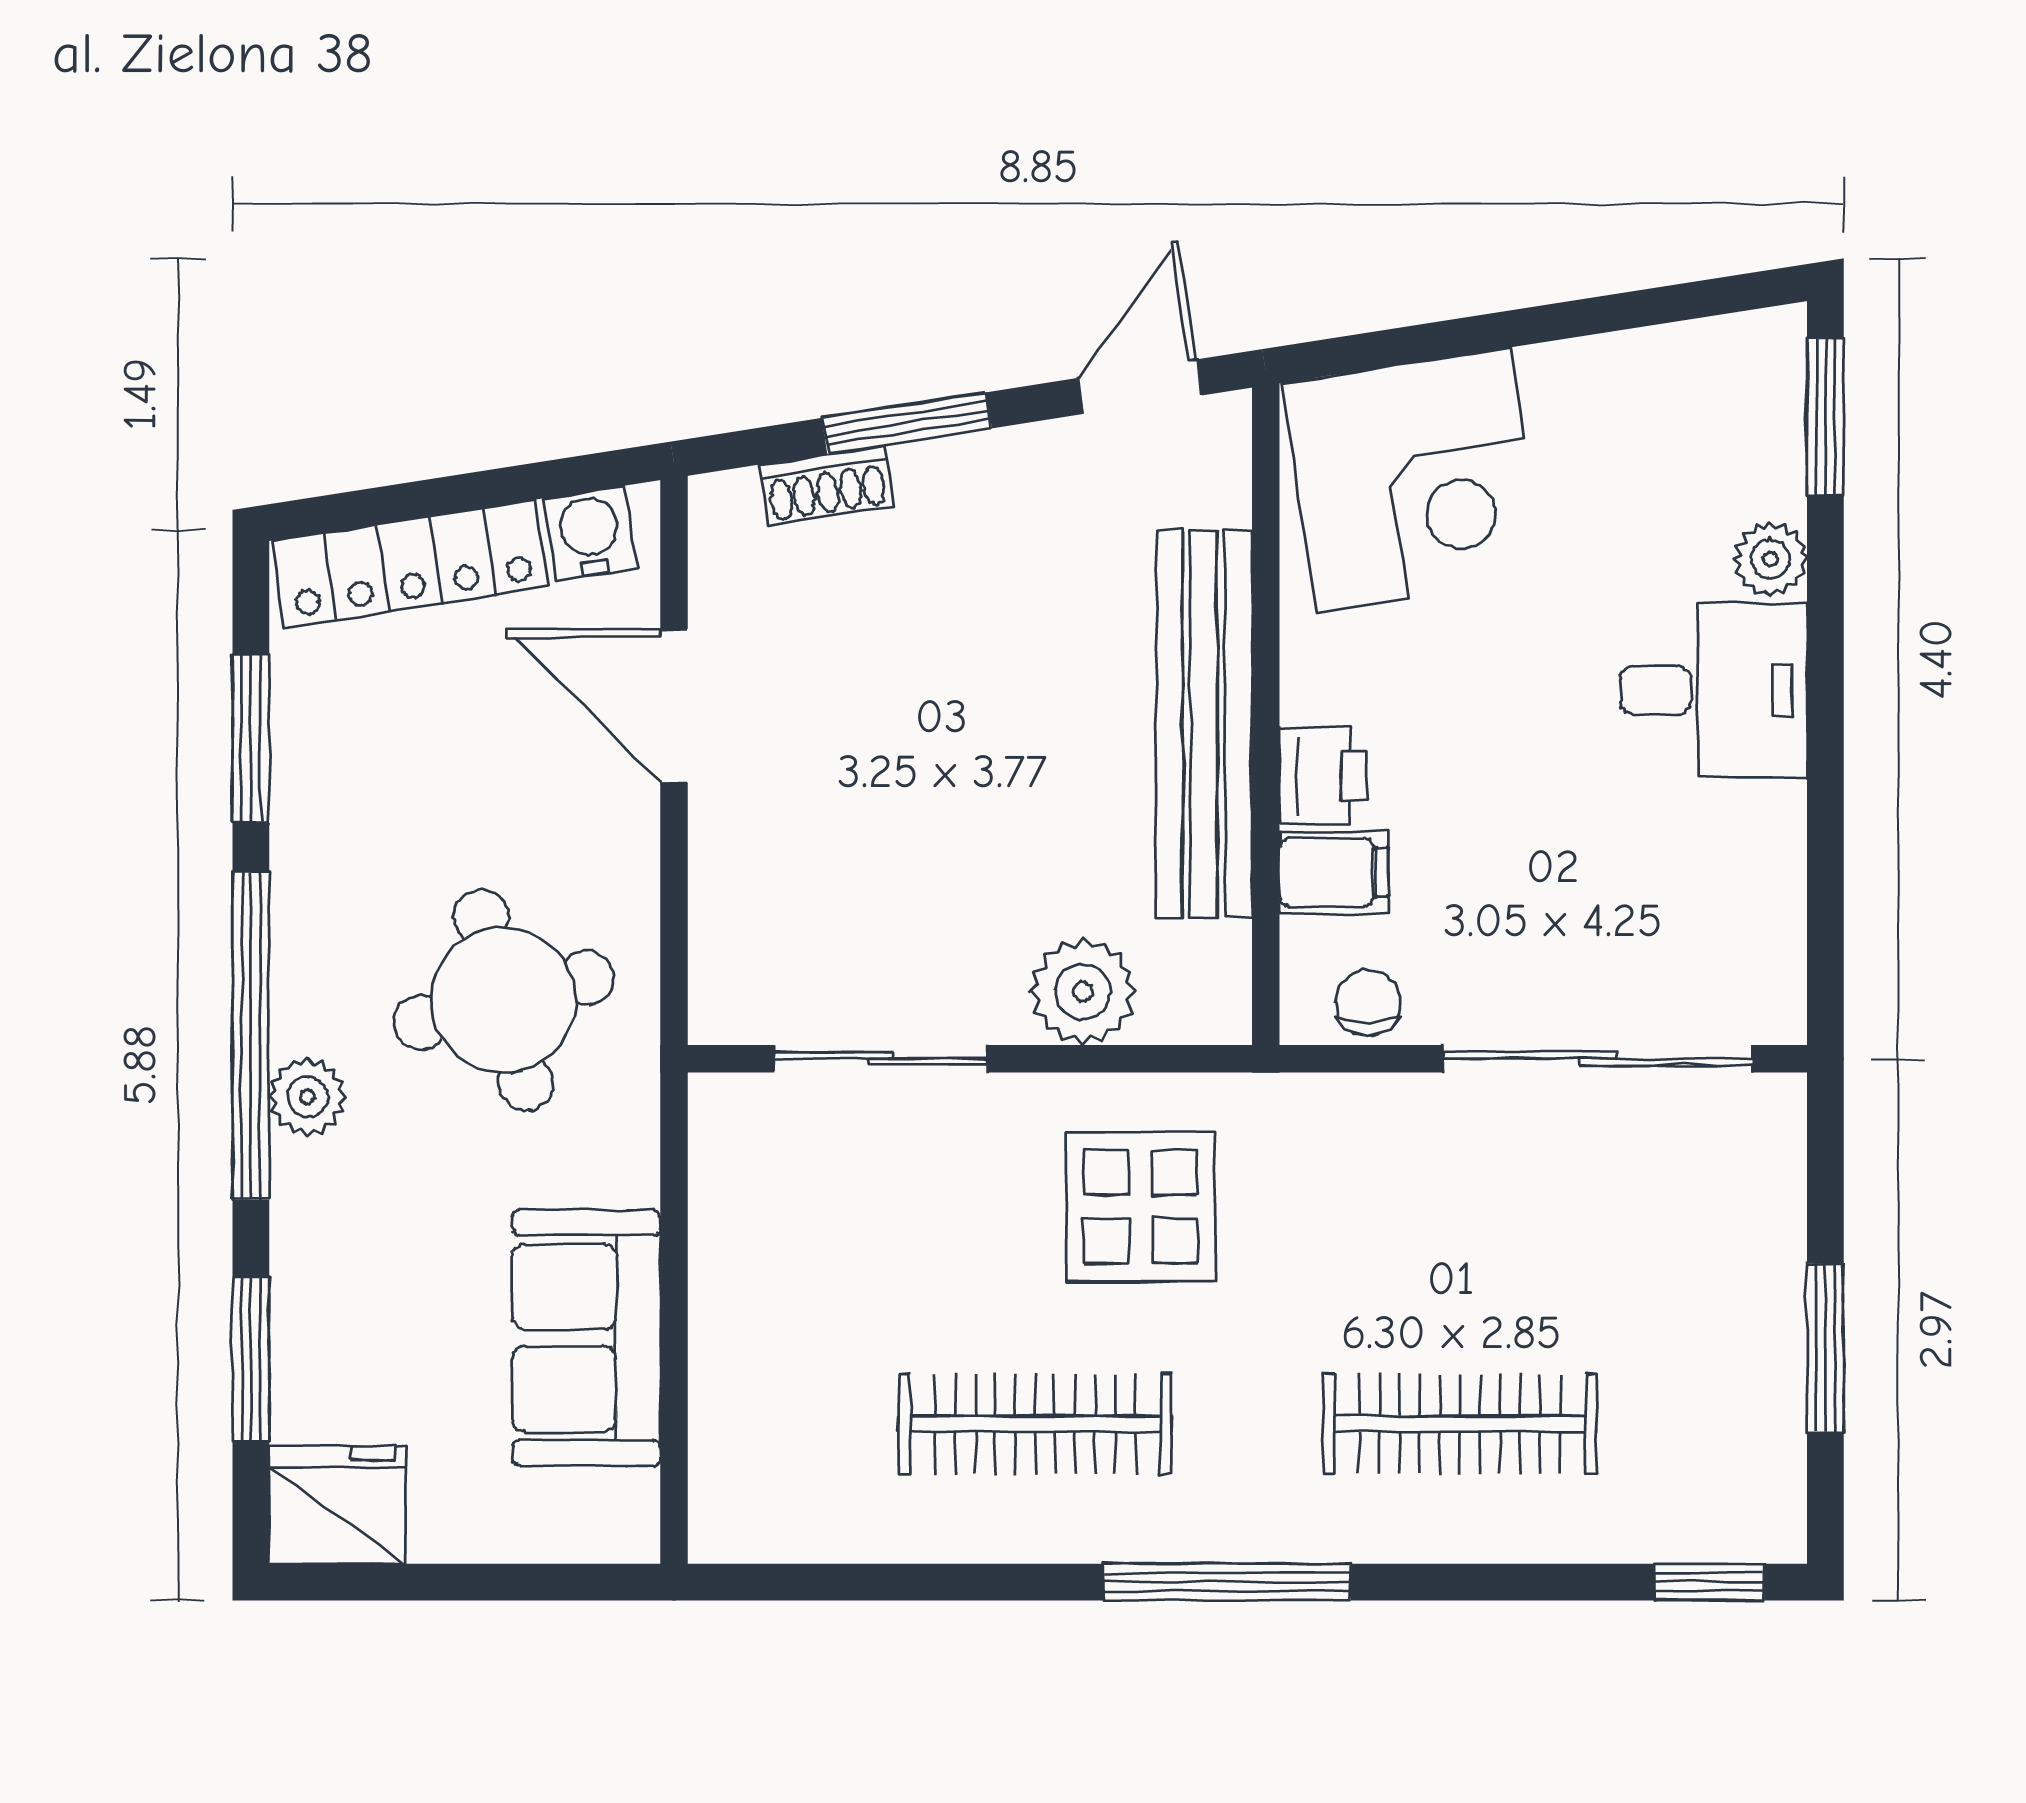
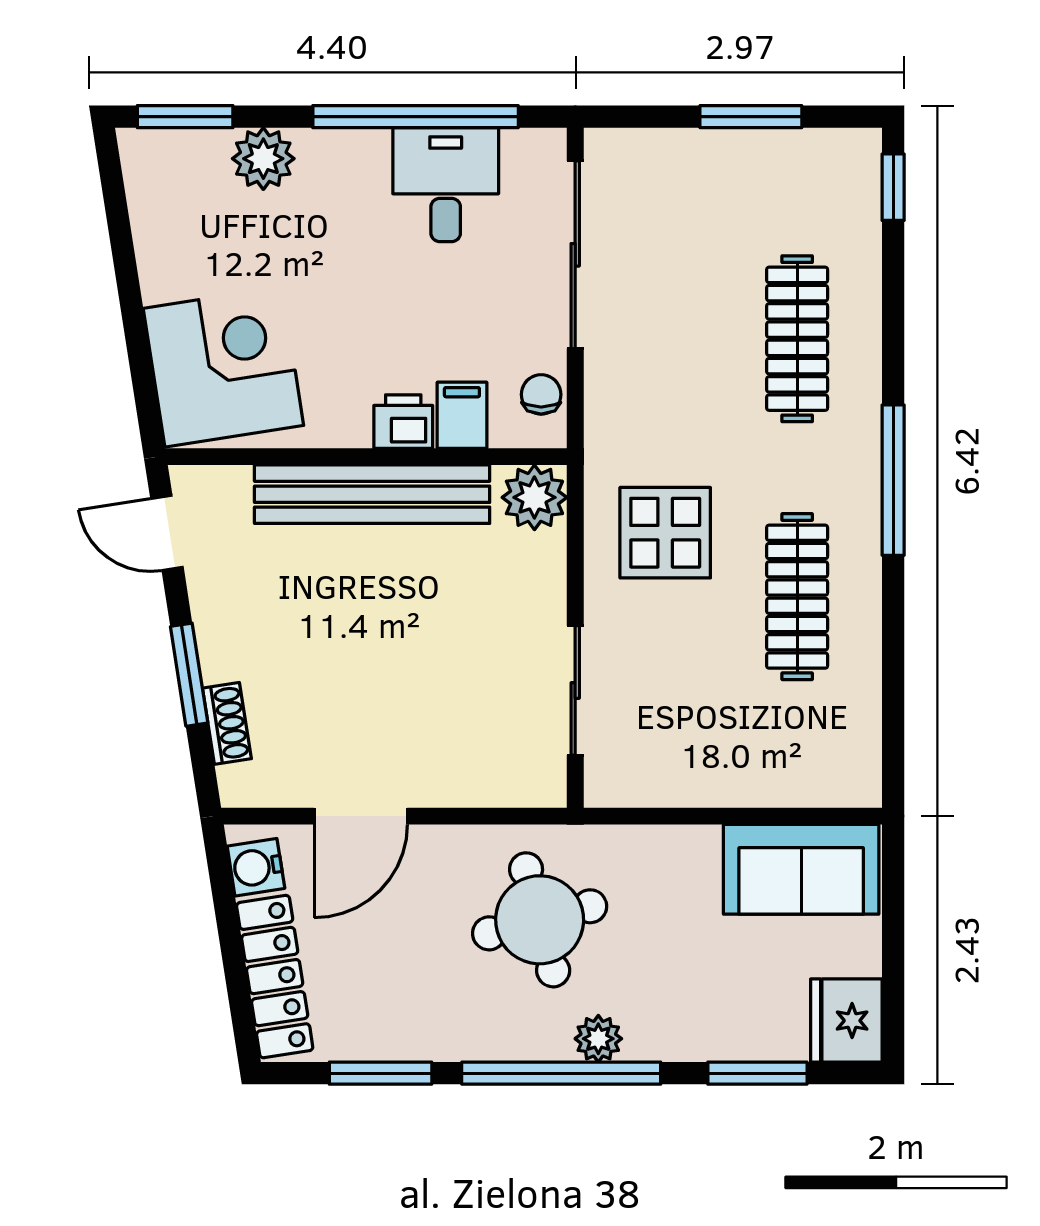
plant: (1770, 559) -> (263, 159), width x1.38, depth x1.38
desk: (1713, 690) -> (446, 185), moved
window: (1825, 796) -> (416, 117), added
plant: (1083, 992) -> (534, 497), moved
chair: (1368, 1003) -> (541, 394), turned 90
sofa: (586, 1338) -> (801, 869), moved

